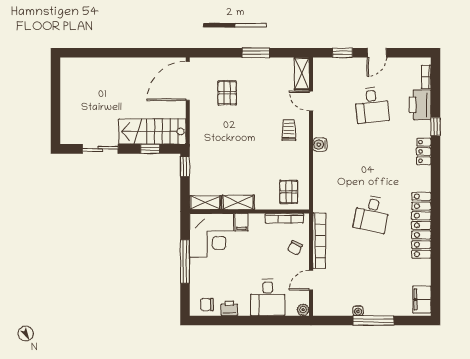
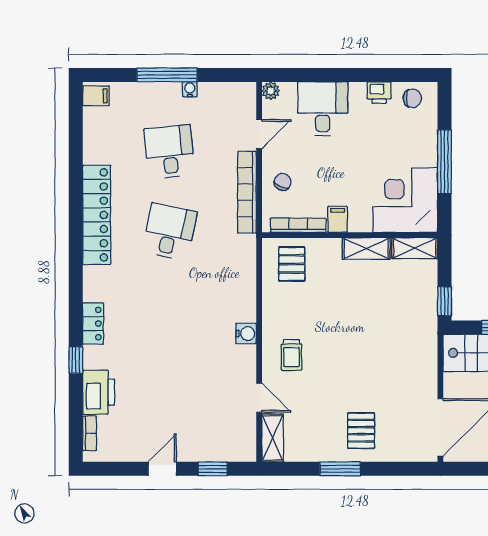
pallet: (227, 93) -> (361, 431), moved
desk: (372, 105) -> (169, 152), moved
filing cabinet: (241, 222) -> (337, 219), moved
filing cabinet: (422, 300) -> (96, 96), width x0.50

